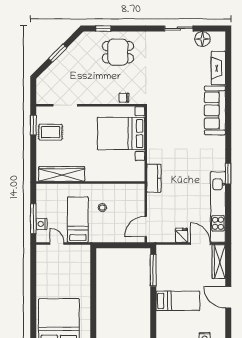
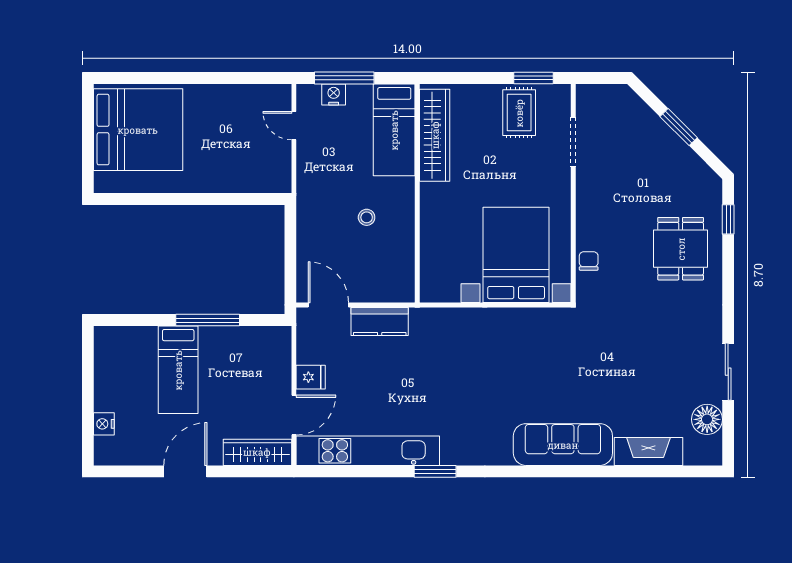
kitchen counter: (154, 178) -> (380, 321), moved
bed: (78, 220) -> (394, 130), moved, turned 90
door: (57, 244) -> (294, 126), swing flipped
window: (153, 270) -> (208, 320), moved

